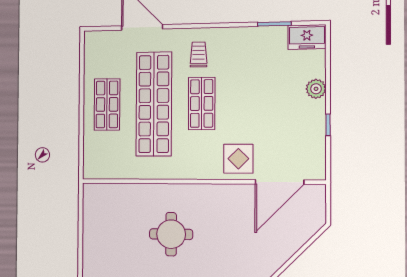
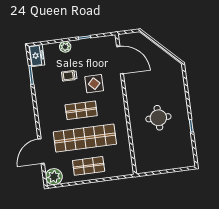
plant: (97, 44) -> (54, 177), added
trolley: (199, 54) -> (69, 76), moved
display table: (238, 159) -> (94, 84), moved

